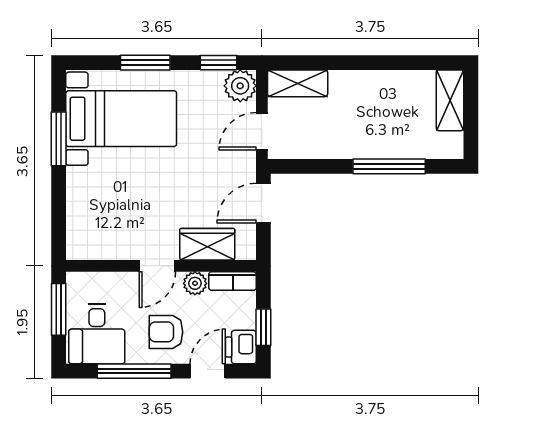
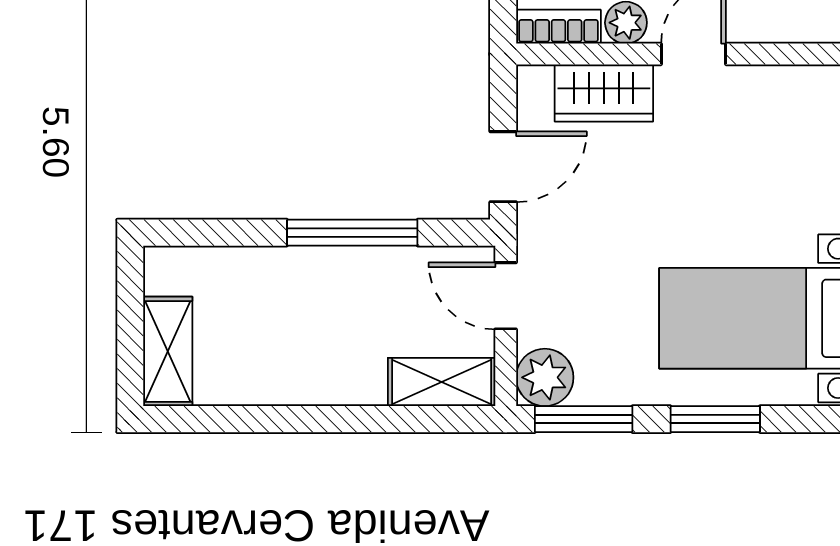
window: (219, 63) -> (584, 419), width x1.50
door: (262, 131) -> (506, 296), swing flipped
window: (389, 166) -> (352, 233), moved

